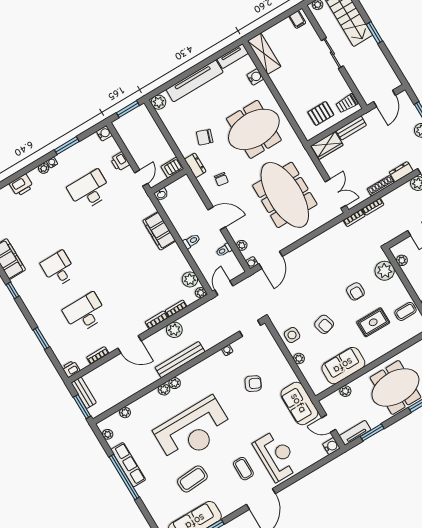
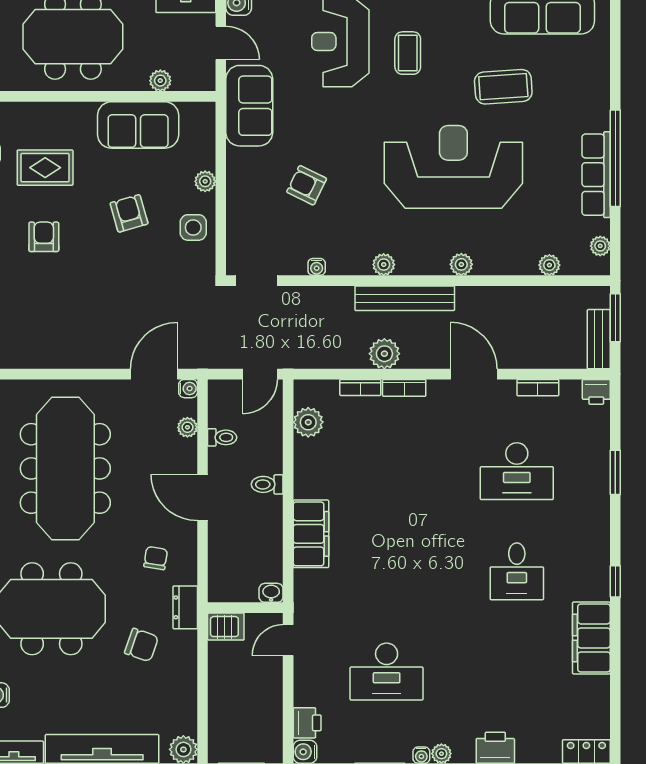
printer: (120, 162) -> (307, 723), moved
plant: (201, 293) -> (304, 389), removed
plant: (175, 383) -> (384, 265), moved

